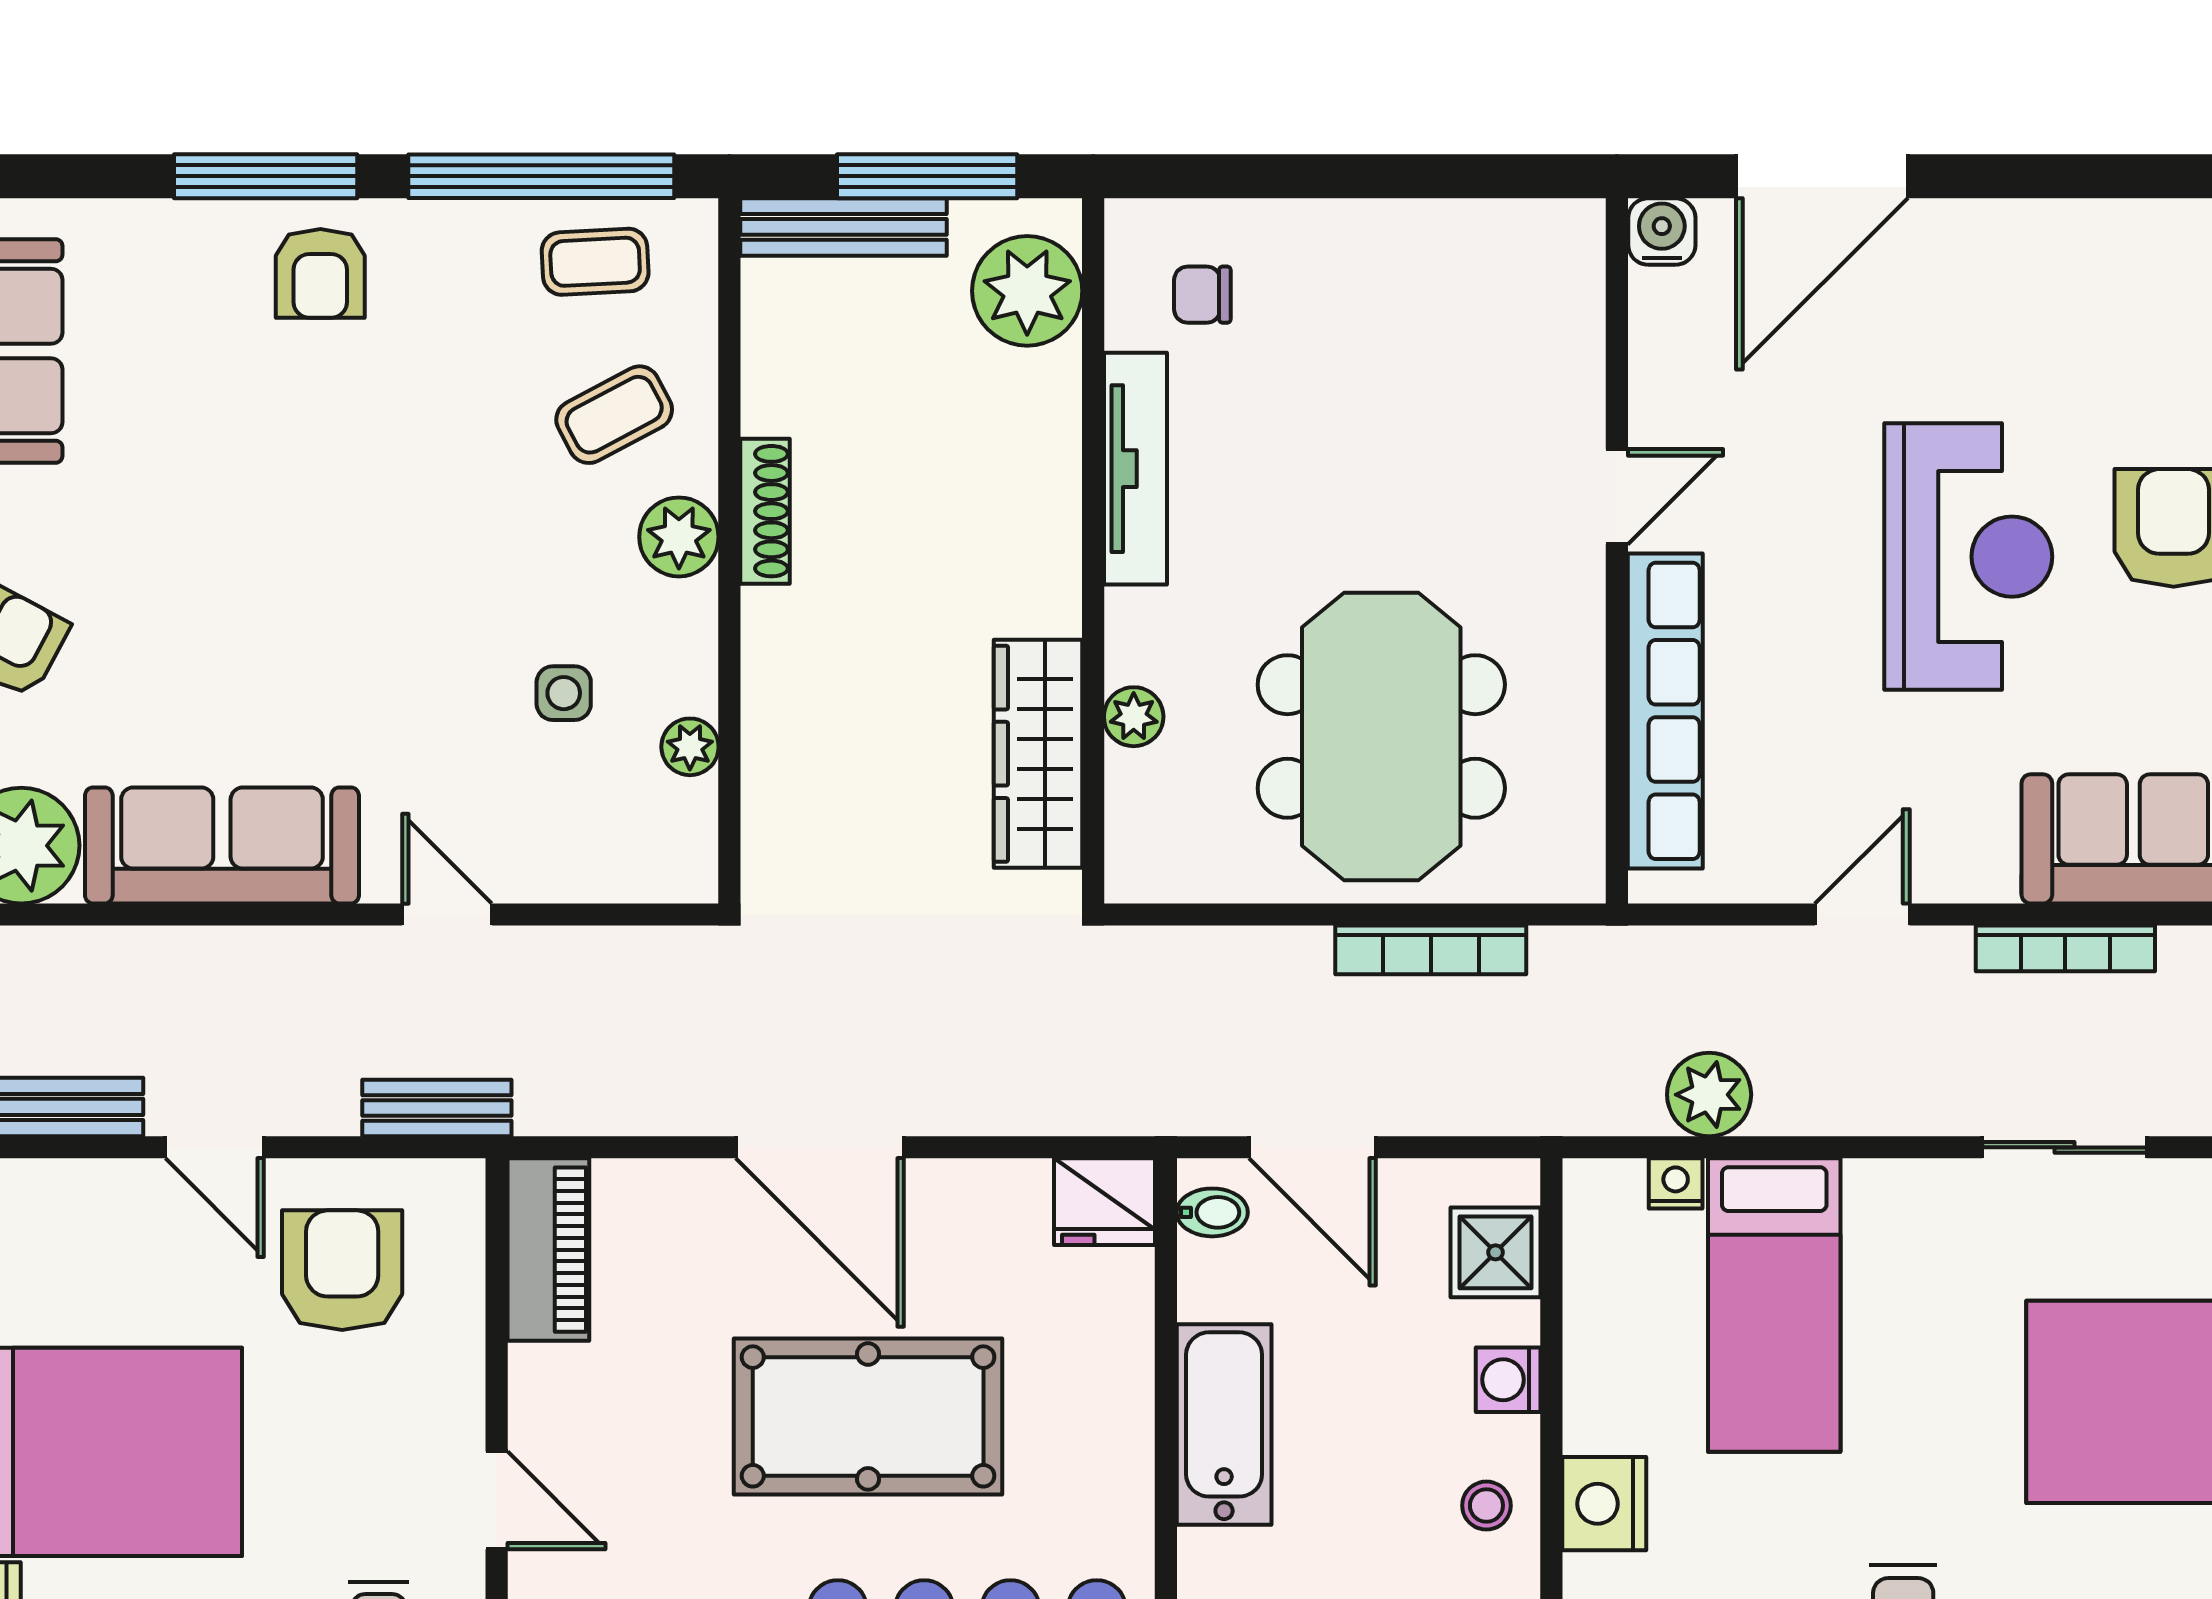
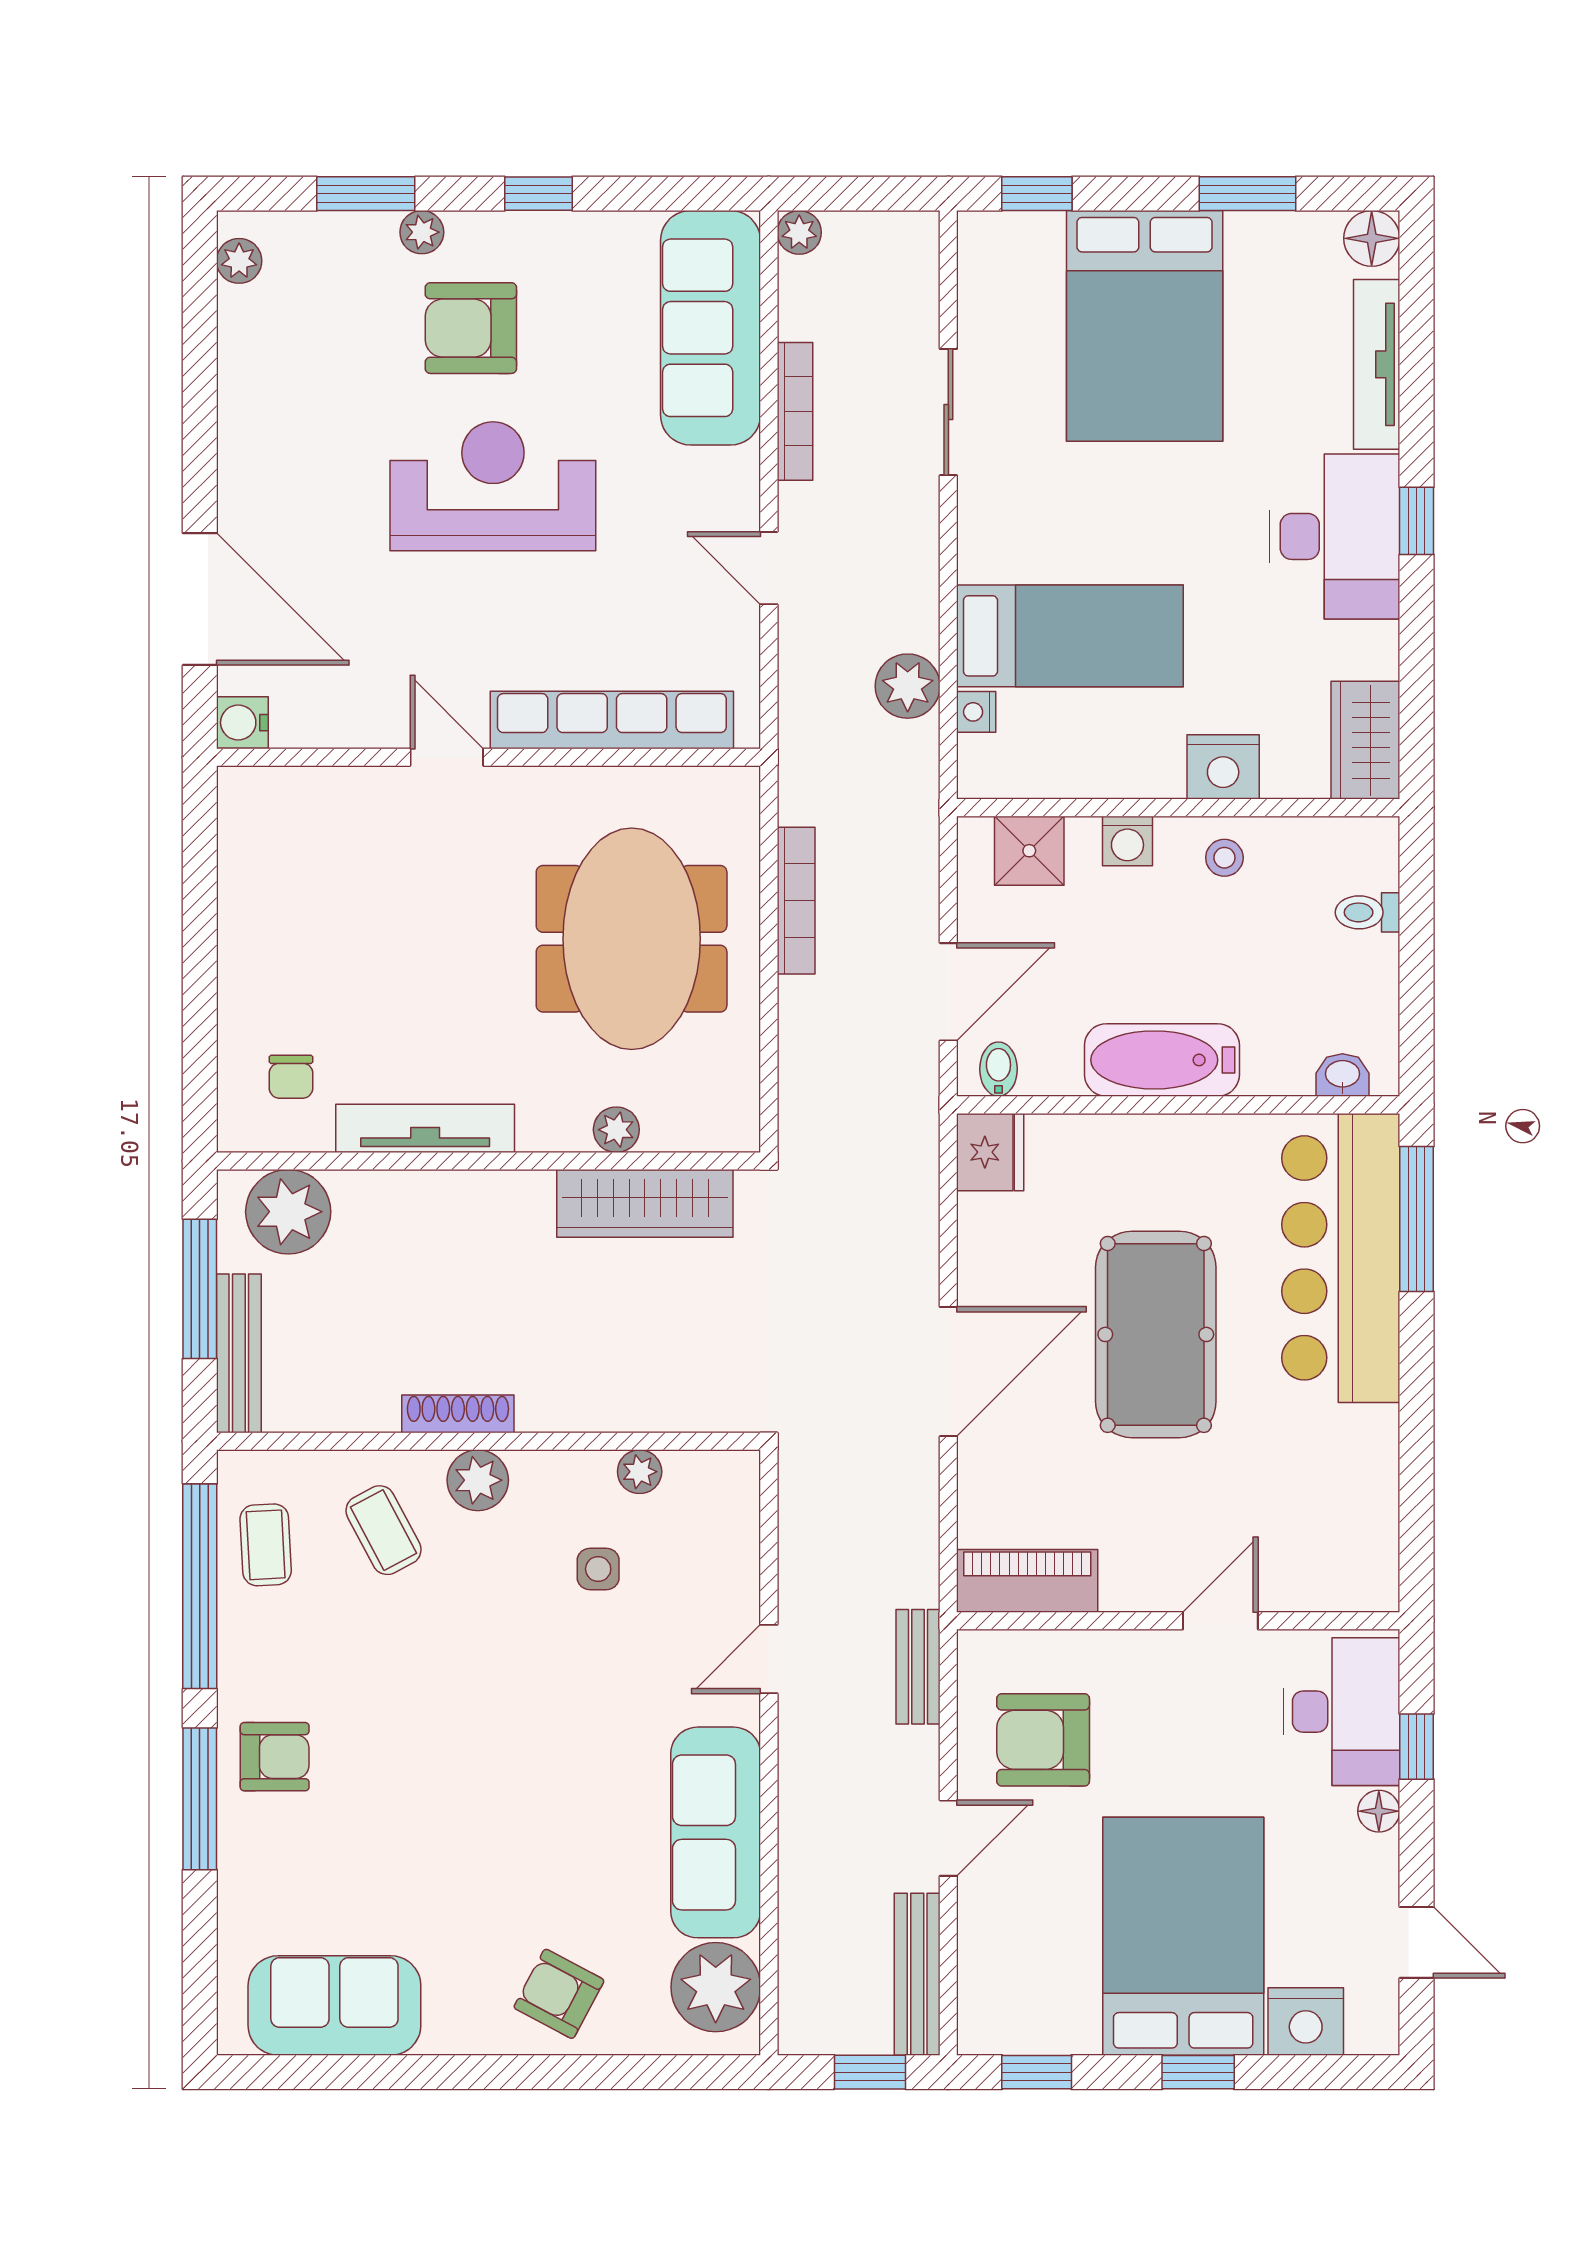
meeting table: (1381, 736) -> (632, 939), turned 90

